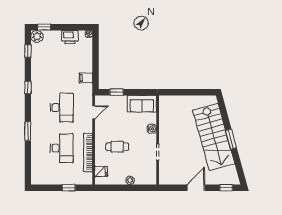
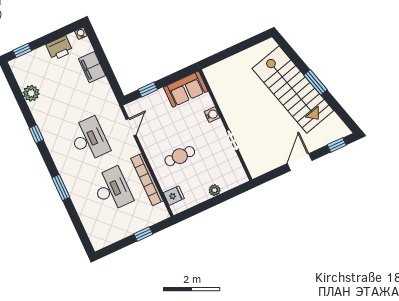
plant: (37, 36) -> (31, 93), moved
window: (28, 51) -> (16, 89), removed
filing cabinet: (86, 78) -> (92, 67), moved, width x2.00

